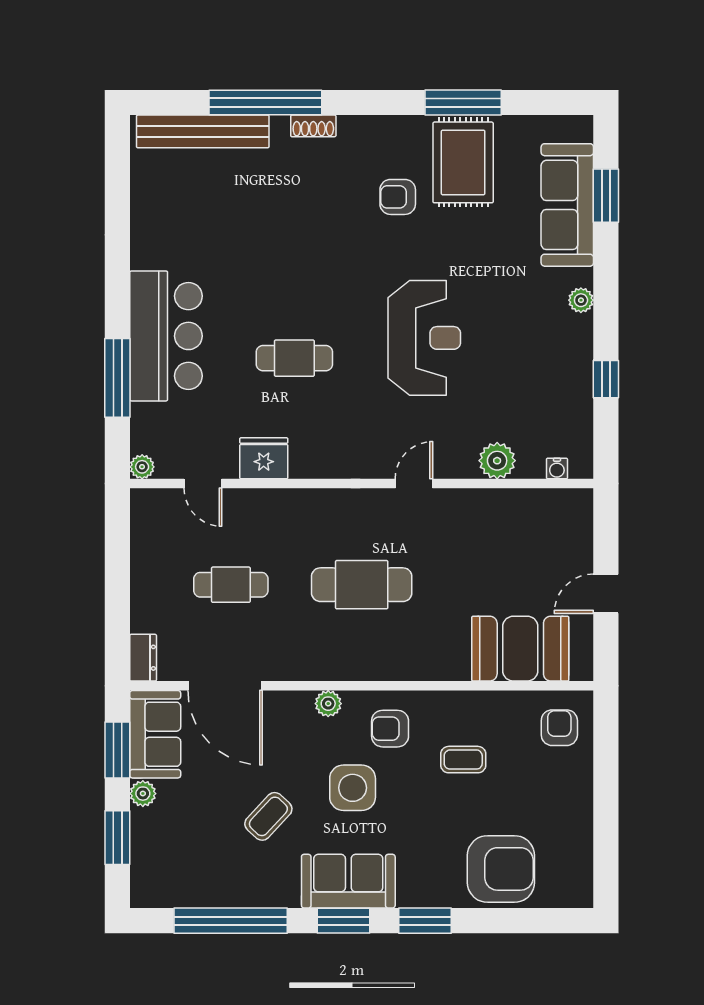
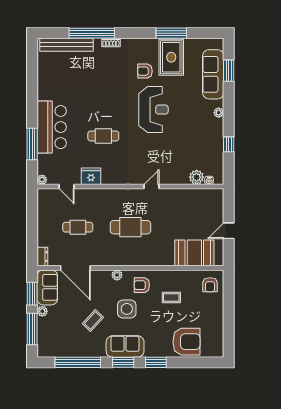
reception desk: (424, 338) -> (153, 110), moved
plant: (497, 461) -> (197, 177), moved
armchair: (559, 728) -> (210, 285), turned 180
window: (117, 838) -> (32, 329), width x1.44

